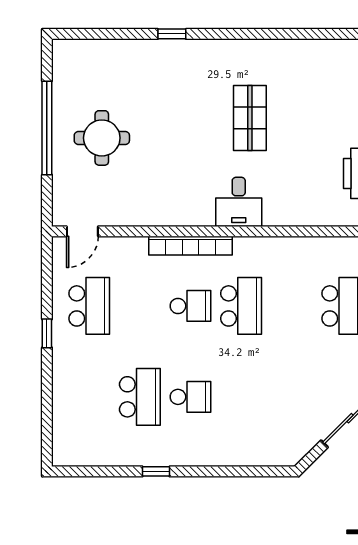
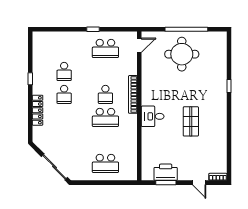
shop shelf: (250, 118) -> (191, 121), turned 90
round table: (102, 138) -> (182, 54), width x1.36, depth x1.36
door: (82, 231) -> (139, 45), swing flipped
school desk: (140, 397) -> (64, 71), width x0.54
locker: (225, 455) -> (38, 110), added

